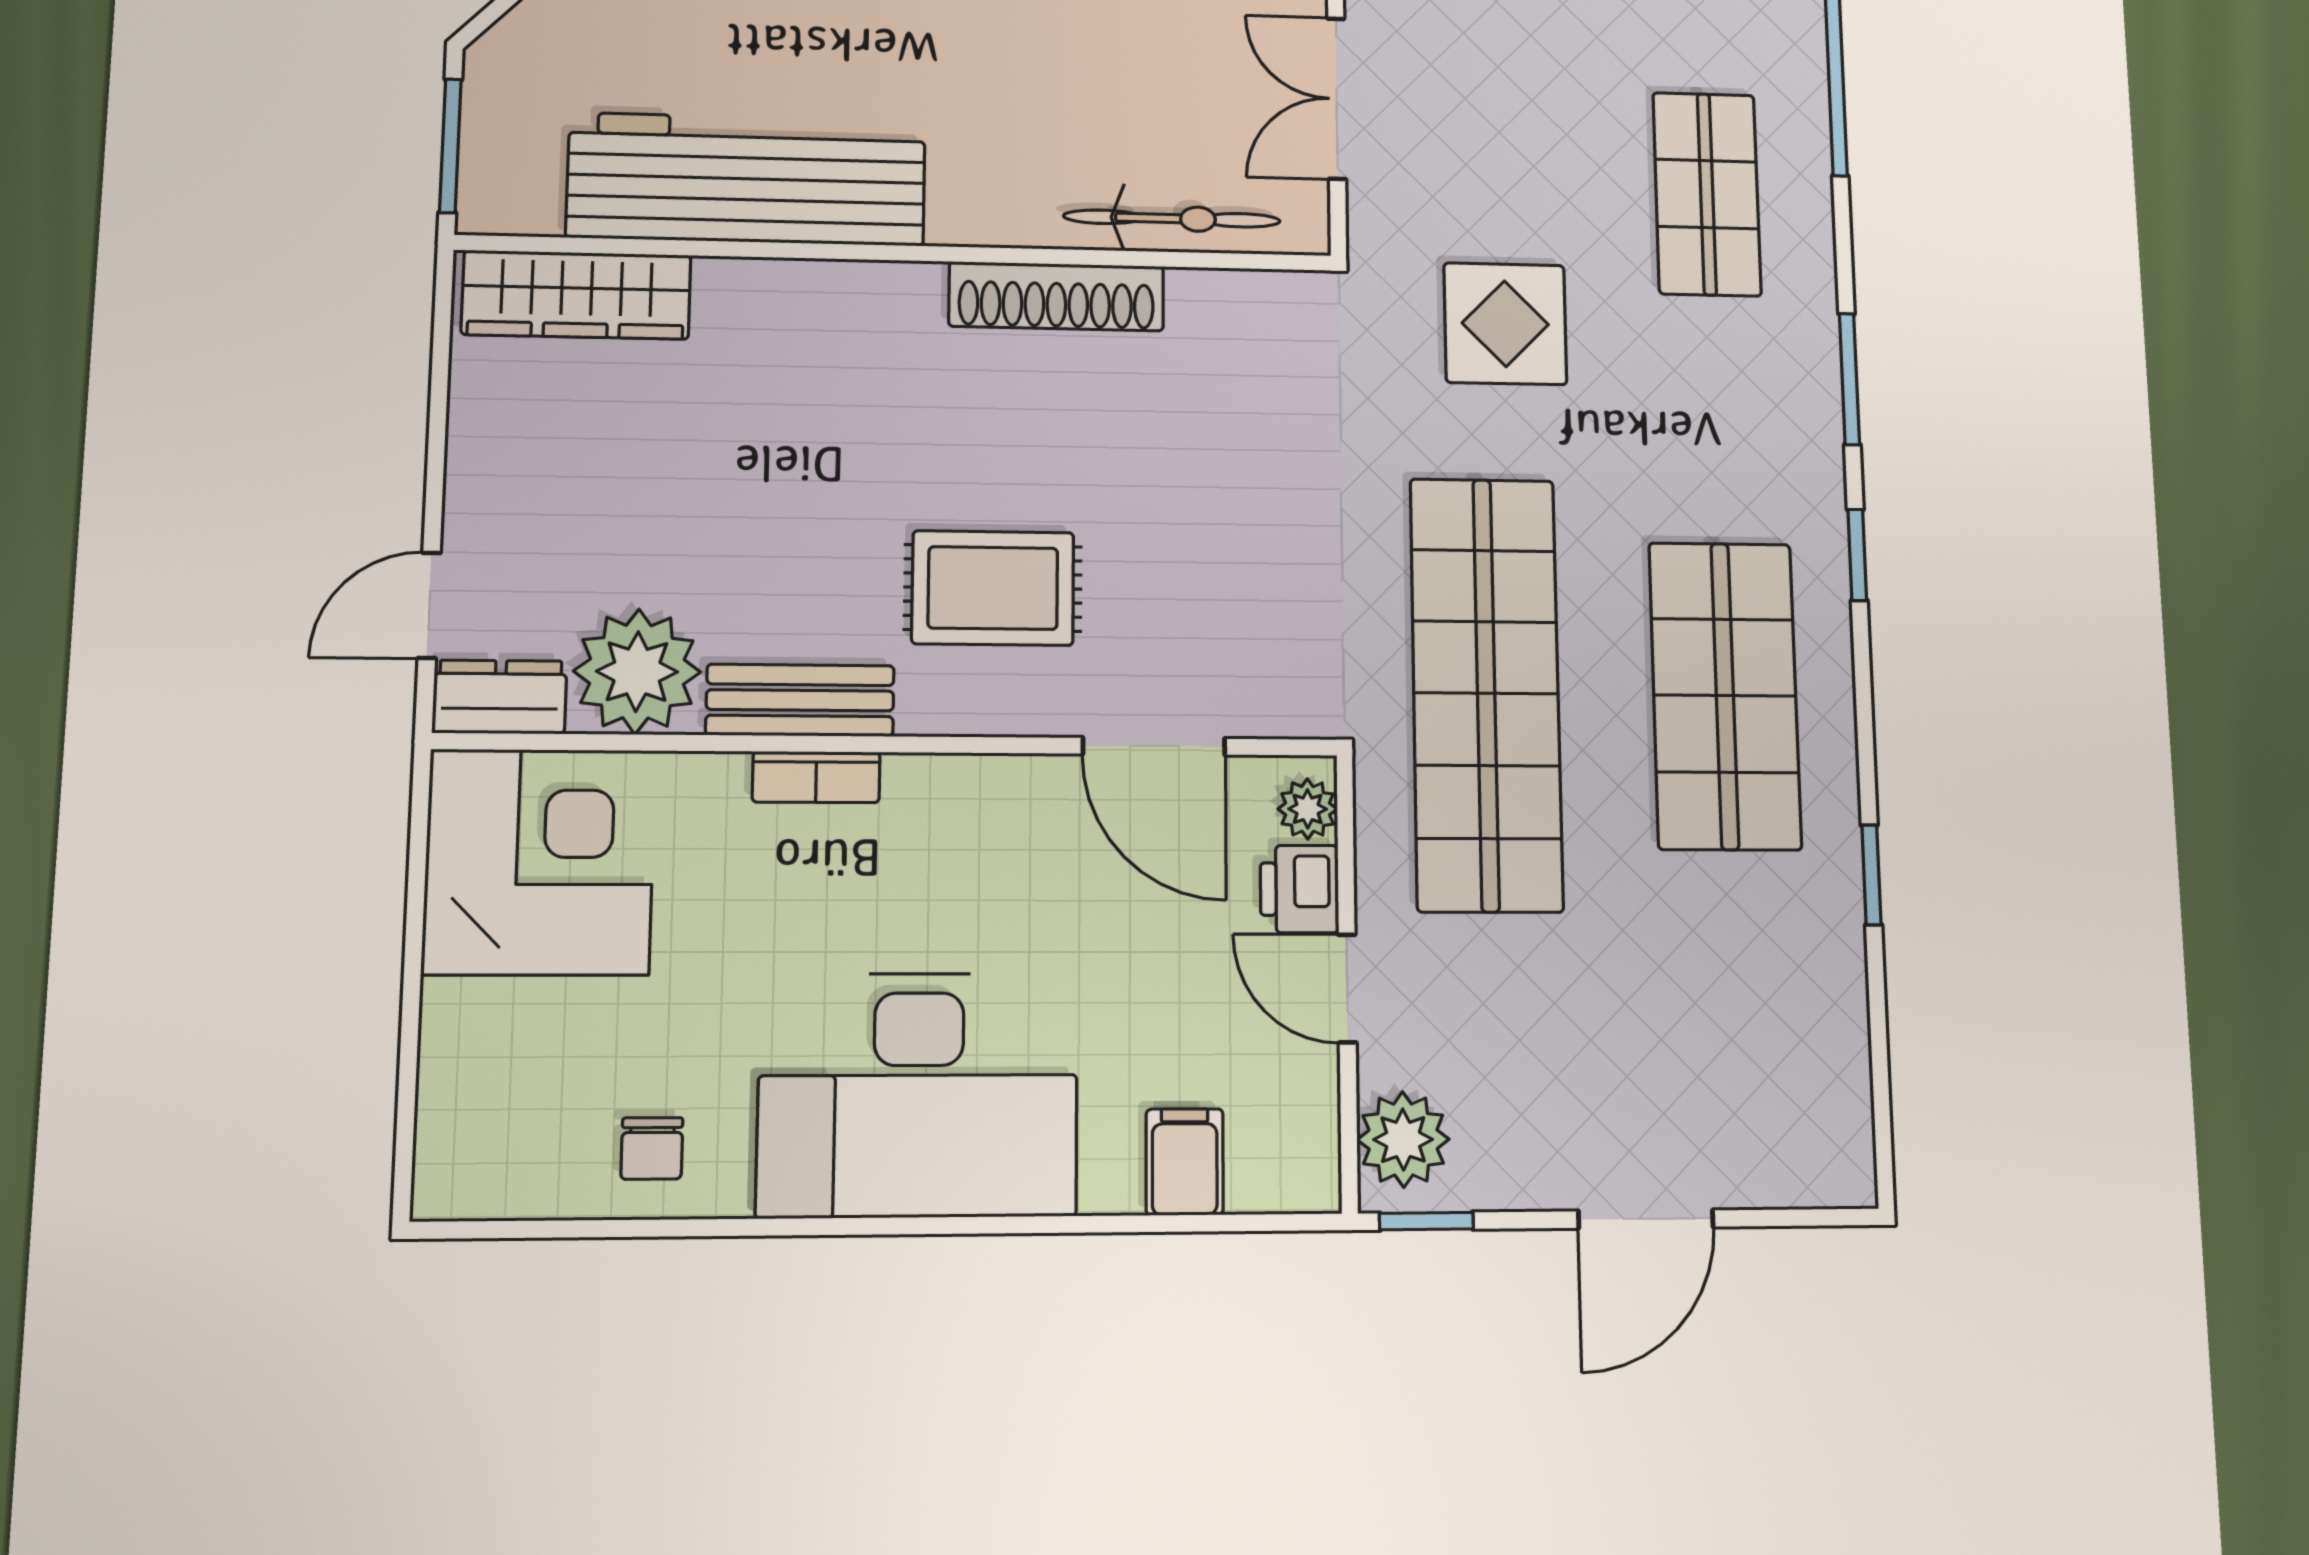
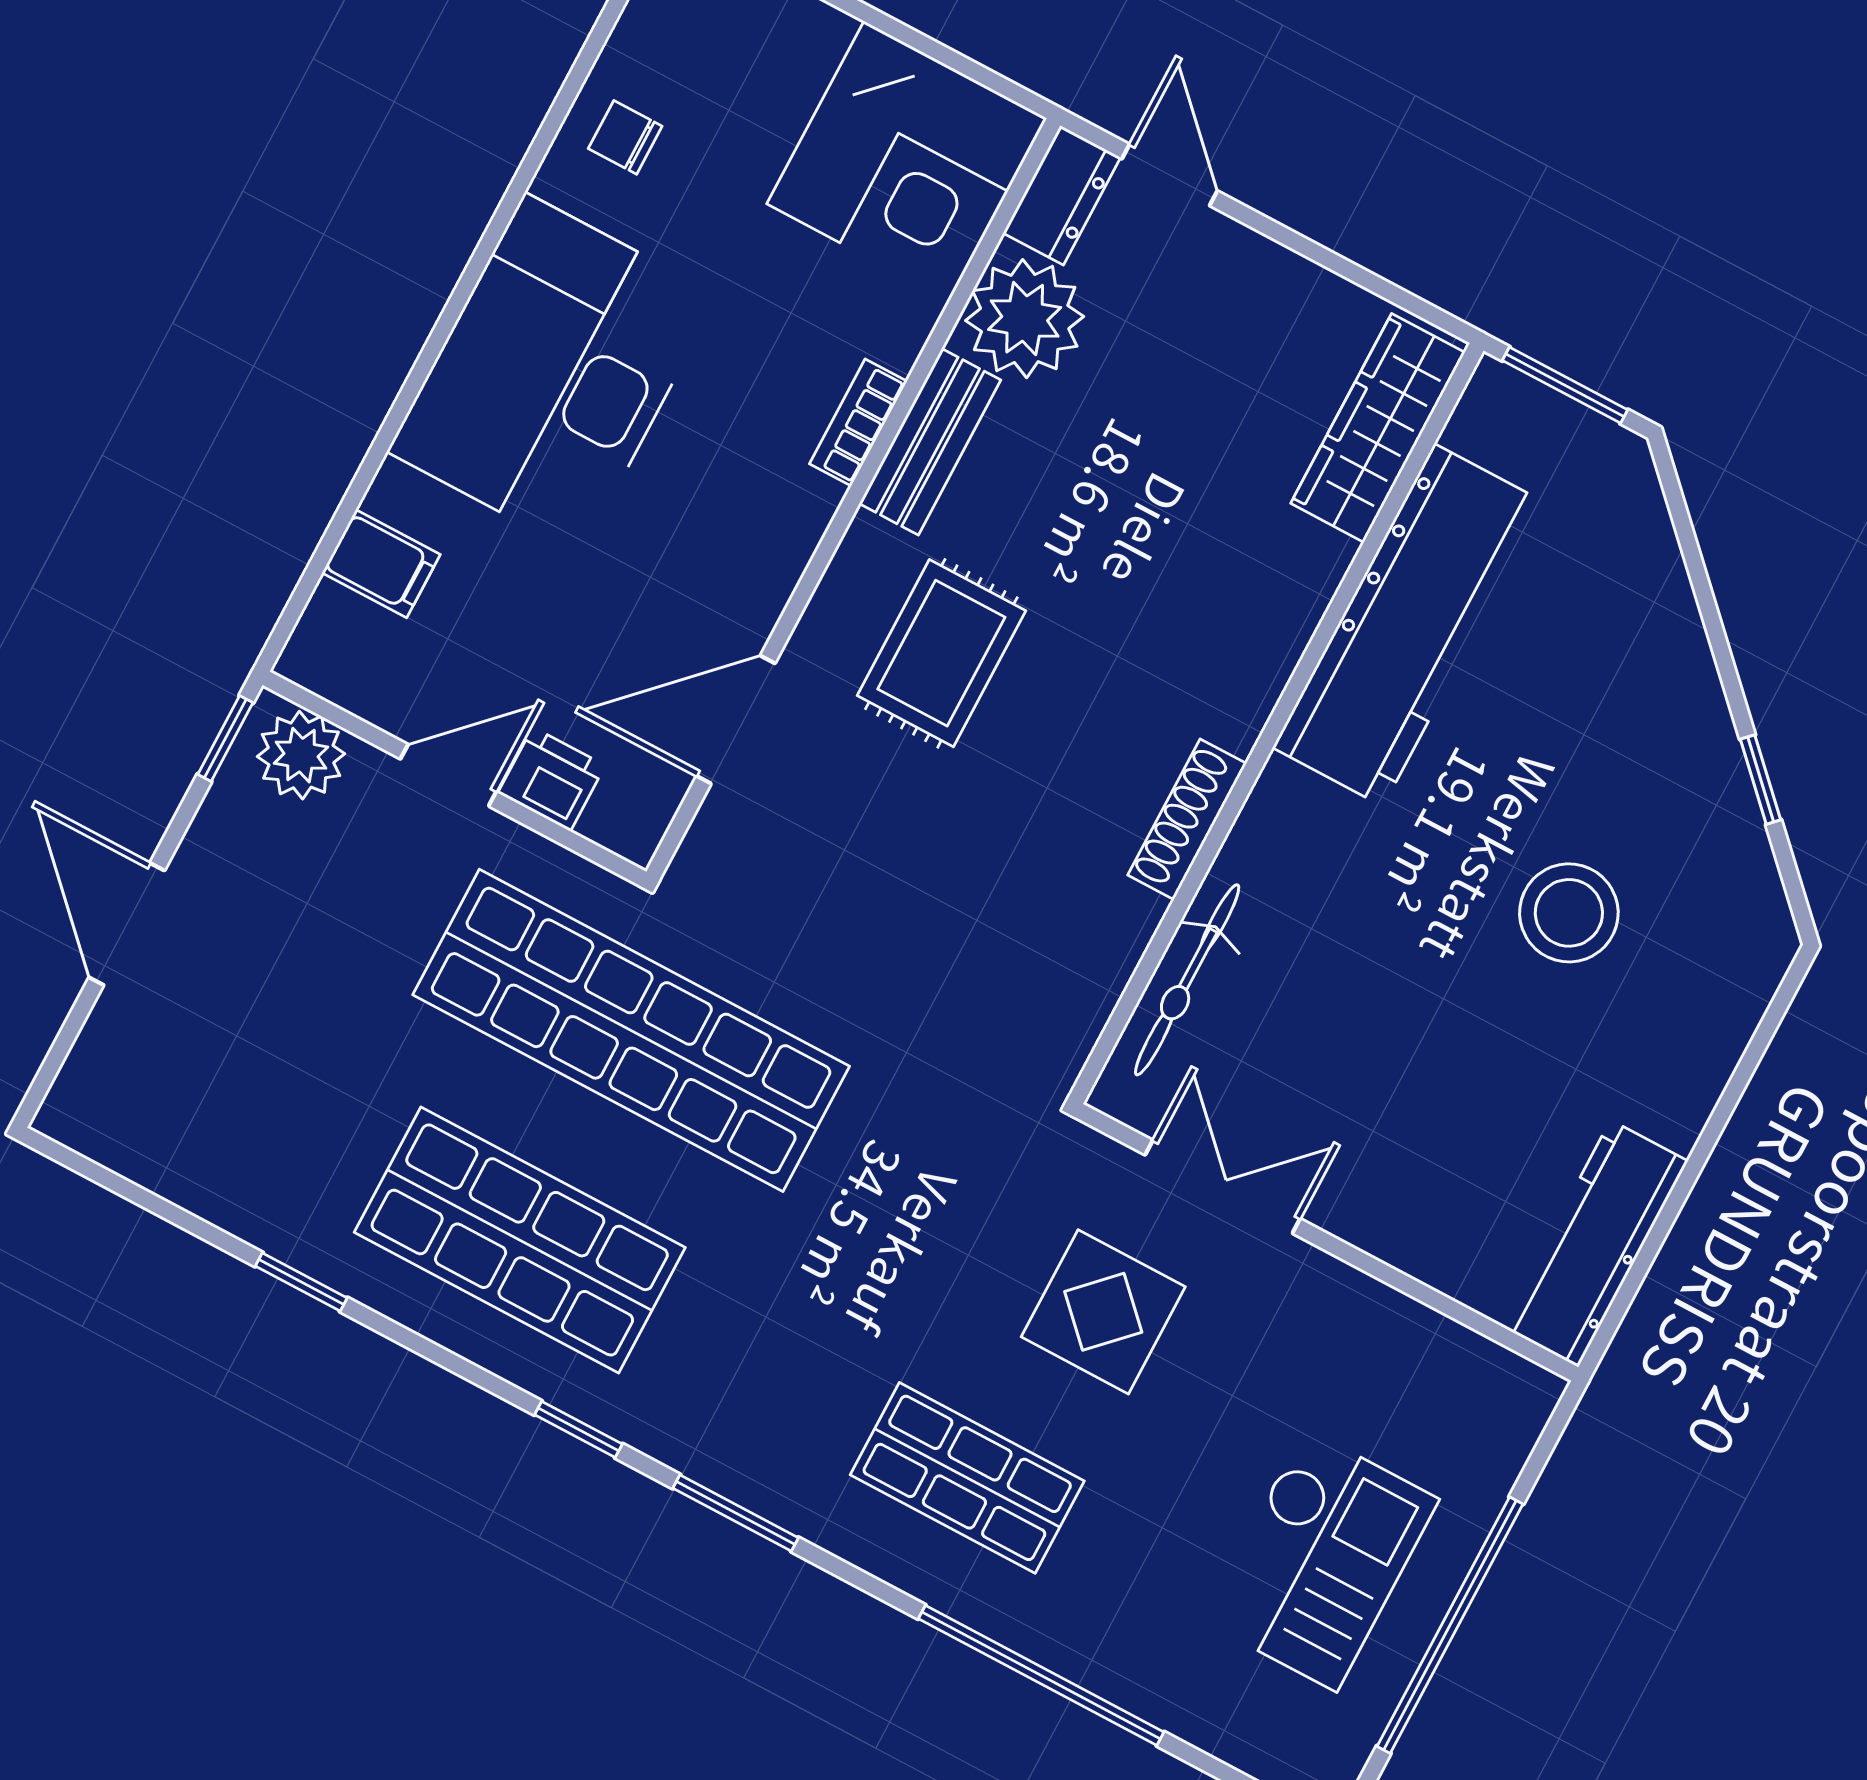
shoe rack: (1056, 296) -> (1187, 819), width x0.74, depth x0.81
display table: (1505, 324) -> (1103, 1312), moved
plant: (1308, 809) -> (615, 822), removed

